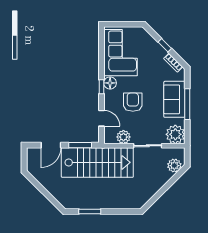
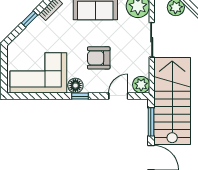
plant: (123, 137) -> (141, 85), moved

